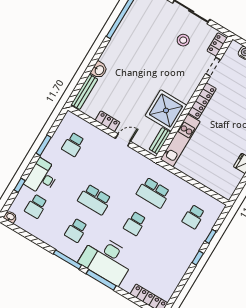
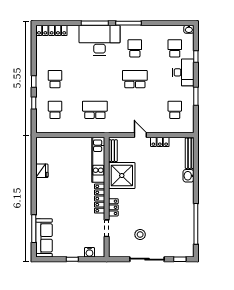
locker: (217, 45) -> (113, 207), moved
door: (123, 140) -> (140, 135), swing flipped
school desk: (135, 224) -> (55, 79), moved

